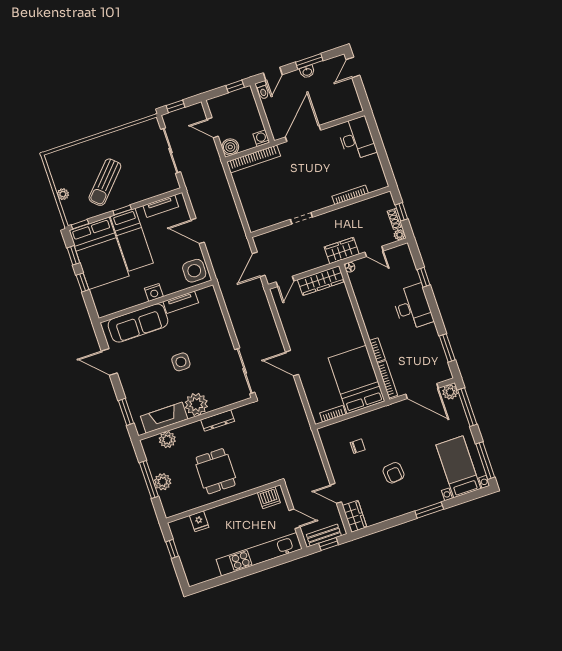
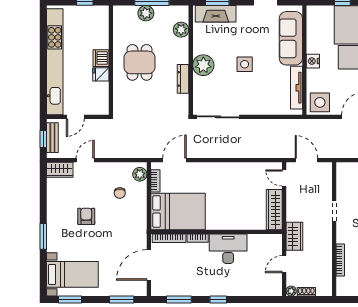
window: (401, 212) -> (310, 300), removed
floor lamp: (350, 267) -> (277, 238), removed
window: (423, 277) -> (218, 300), moved
tv unit: (181, 302) -> (296, 88), width x1.41
desk: (413, 307) -> (228, 249), moved, turned 180
door: (292, 363) -> (174, 160), moved
plant: (450, 392) -> (140, 174), moved
window: (467, 407) -> (122, 300), width x0.69
fireplace: (164, 418) -> (216, 14), moved, turned 90
window: (485, 461) -> (70, 300), width x0.69
dining table: (216, 471) -> (140, 62), turned 90
armchair: (393, 473) -> (86, 216), turned 96
dishwasher: (269, 498) -> (101, 58), moved
fridge: (199, 521) -> (101, 74), moved
kitchen unit: (259, 554) -> (55, 62), width x1.36

